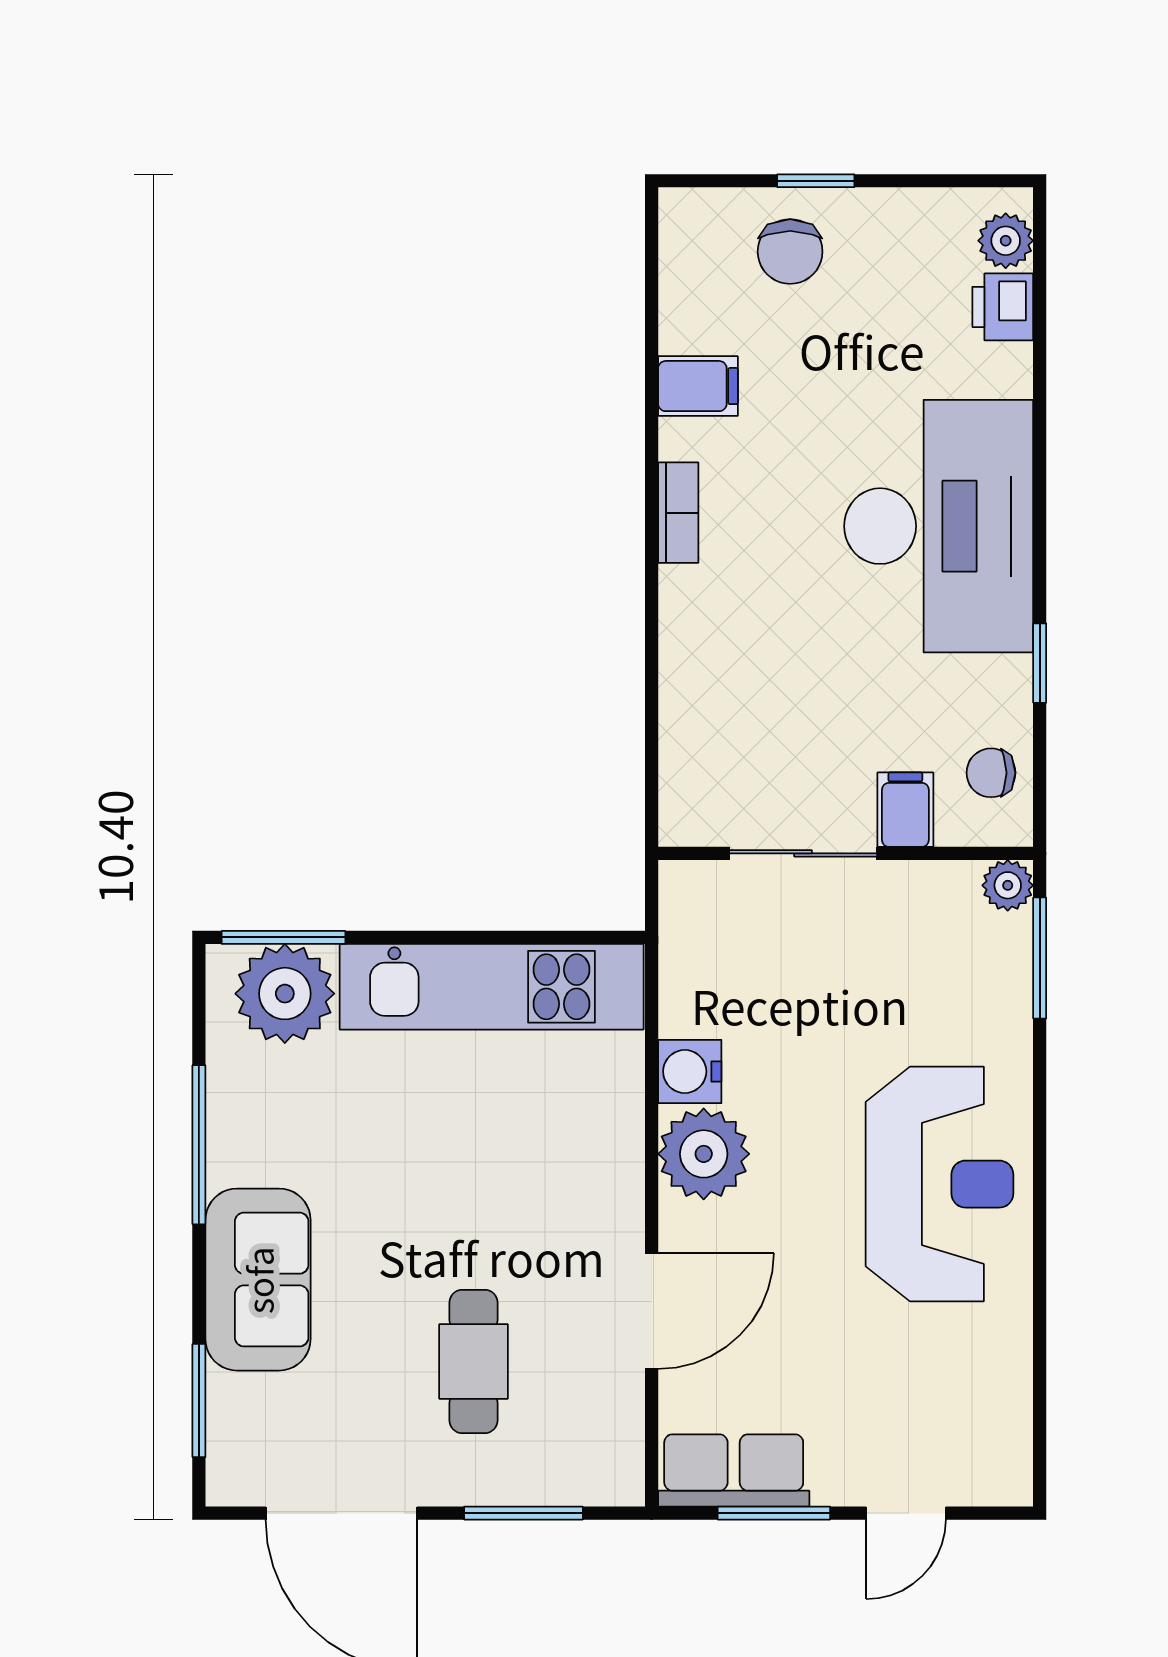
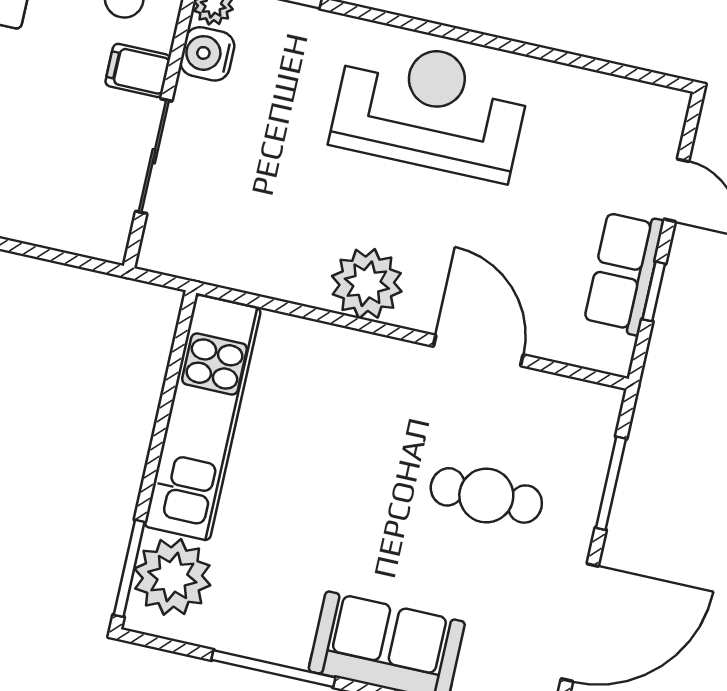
water cooler: (690, 1071) -> (207, 54), moved, turned 90
row of seats: (734, 1470) -> (624, 272), moved
window: (774, 1513) -> (654, 291), width x0.67

